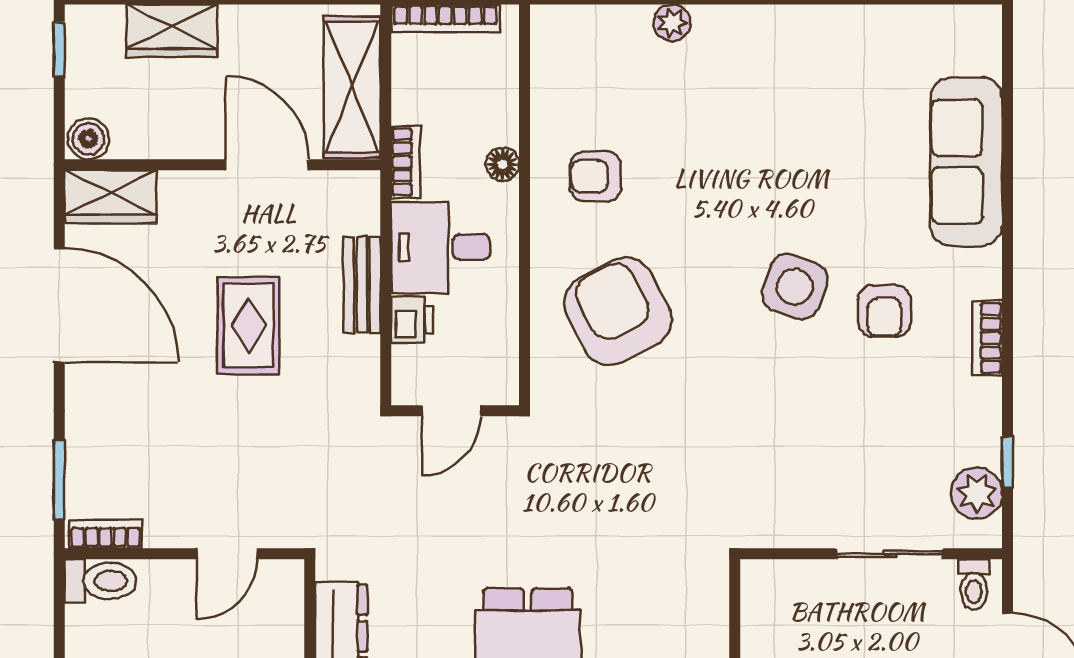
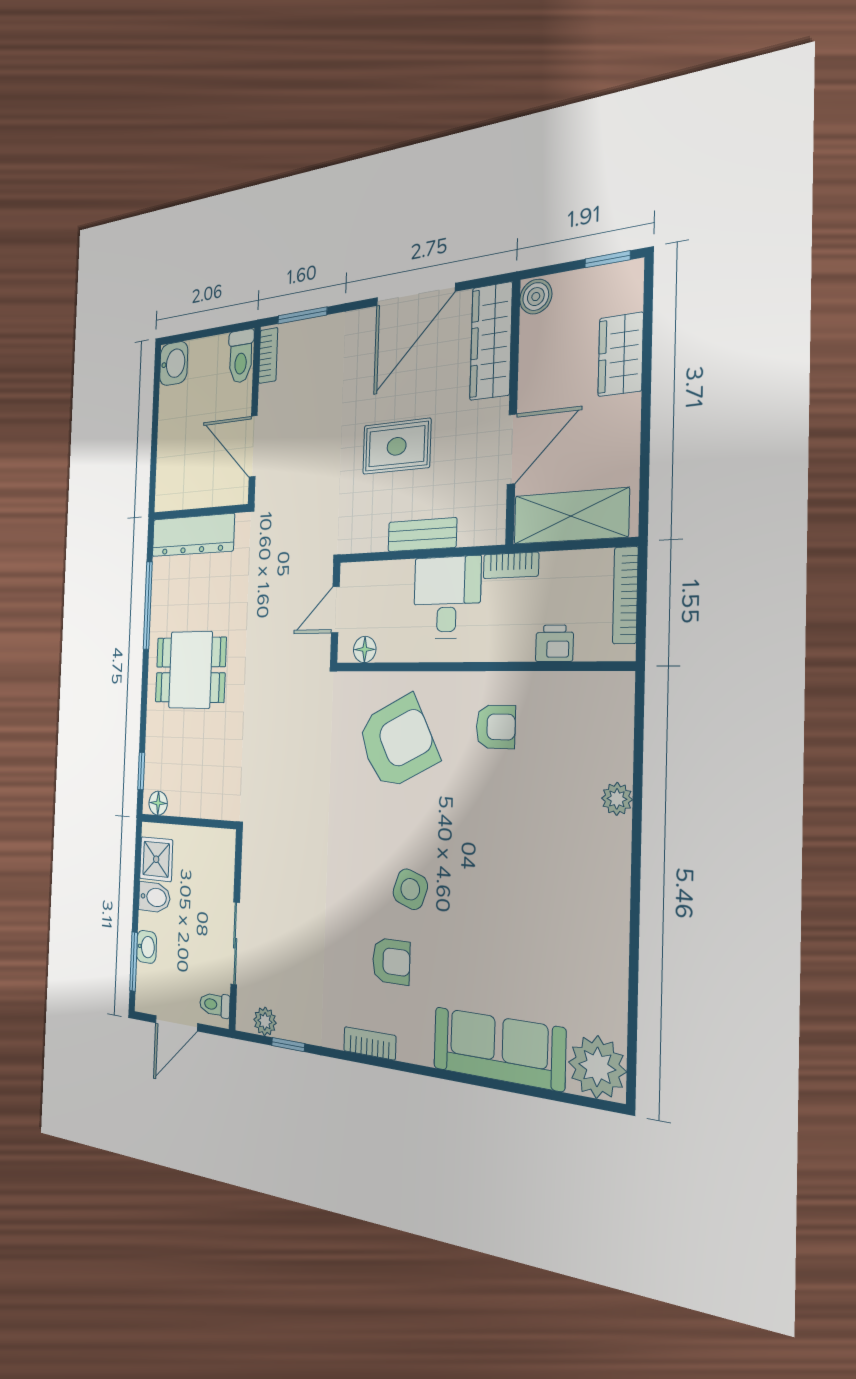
plant: (968, 39) -> (597, 1067), added
floor lamp: (502, 164) -> (365, 649), moved
armchair: (595, 176) -> (496, 727), turned 90
wardrobe: (111, 197) -> (491, 341), width x1.50
side table: (795, 287) -> (410, 889), width x0.73, depth x0.73
armchair: (884, 311) -> (391, 961), turned 180
printer: (412, 320) -> (554, 643), moved, turned 180
door: (451, 411) -> (335, 610), hinge flipped
plant: (977, 493) -> (265, 1021), width x0.73, depth x0.73
door: (227, 554) -> (253, 446), width x1.38

